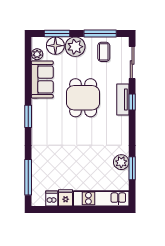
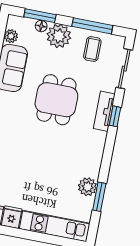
floor lamp: (55, 46) -> (41, 26), width x0.53, depth x0.53

